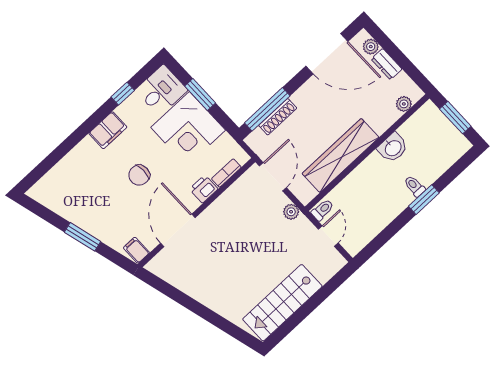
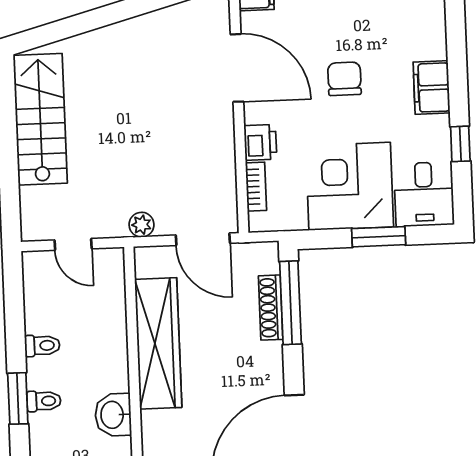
toilet: (323, 210) -> (42, 346), moved, turned -90

